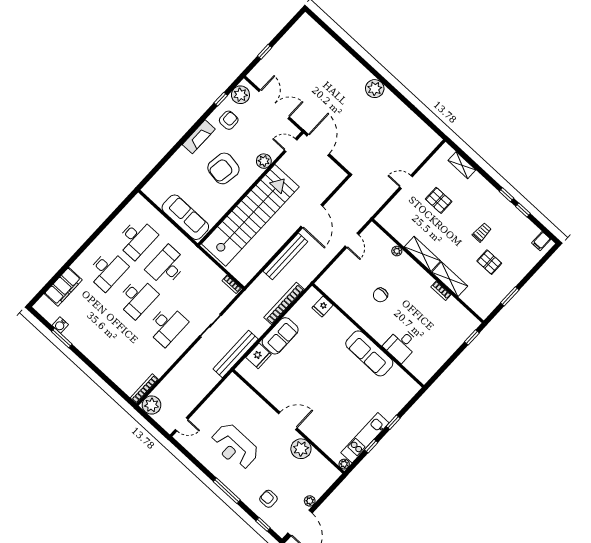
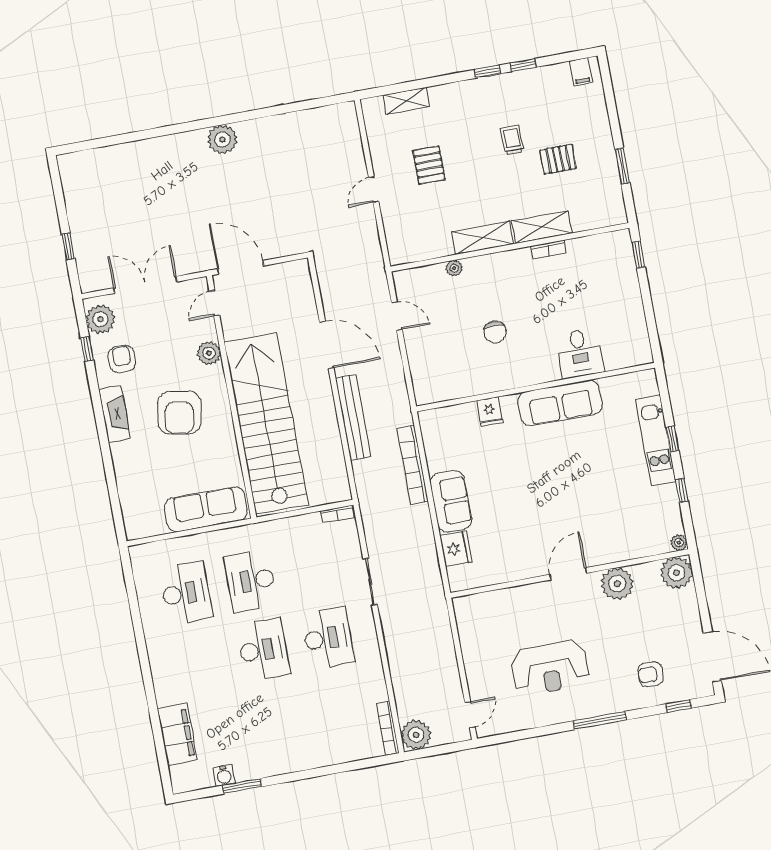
pallet: (439, 200) -> (429, 165), turned 90
desk: (107, 270) -> (199, 662), removed
fridge: (323, 306) -> (489, 412), moved
bench: (236, 354) -> (431, 577), removed
kitchen unit: (365, 438) -> (656, 440), moved
plant: (310, 501) -> (676, 573), moved, width x1.88, depth x1.88

